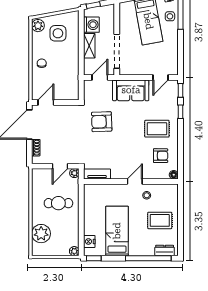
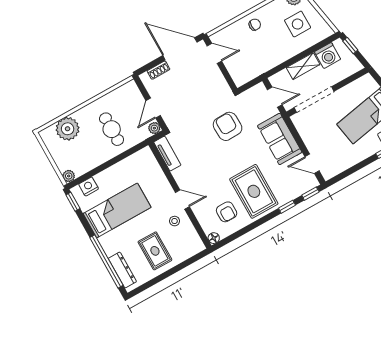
rug: (157, 129) -> (254, 191), width x1.36, depth x1.43
door: (60, 166) -> (153, 108), hinge flipped
dresser: (165, 250) -> (122, 270), width x1.44

